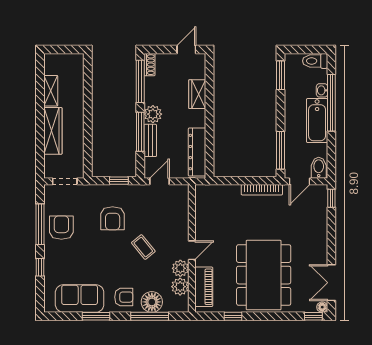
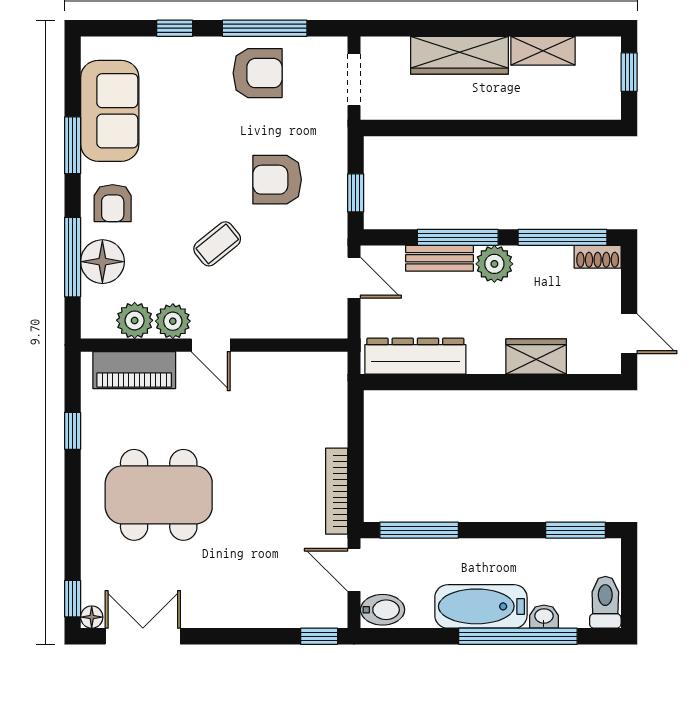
window: (61, 50) -> (629, 72), added
dining table: (264, 275) -> (159, 495), width x0.73, depth x0.80

